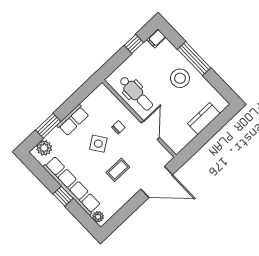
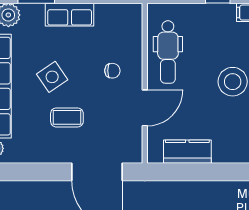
kitchen counter: (204, 119) -> (187, 152), moved
side table: (98, 144) -> (52, 77), moved

